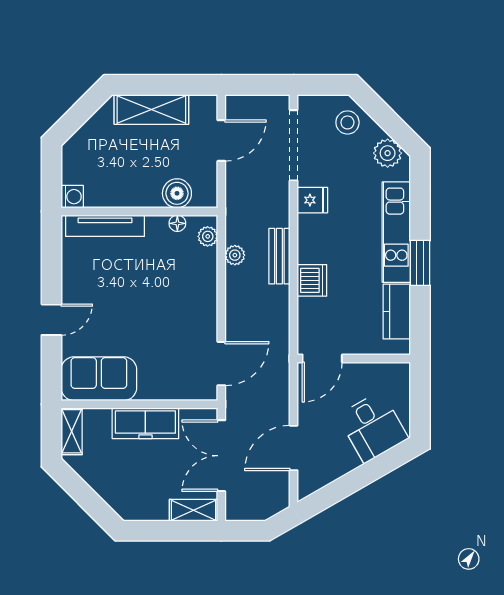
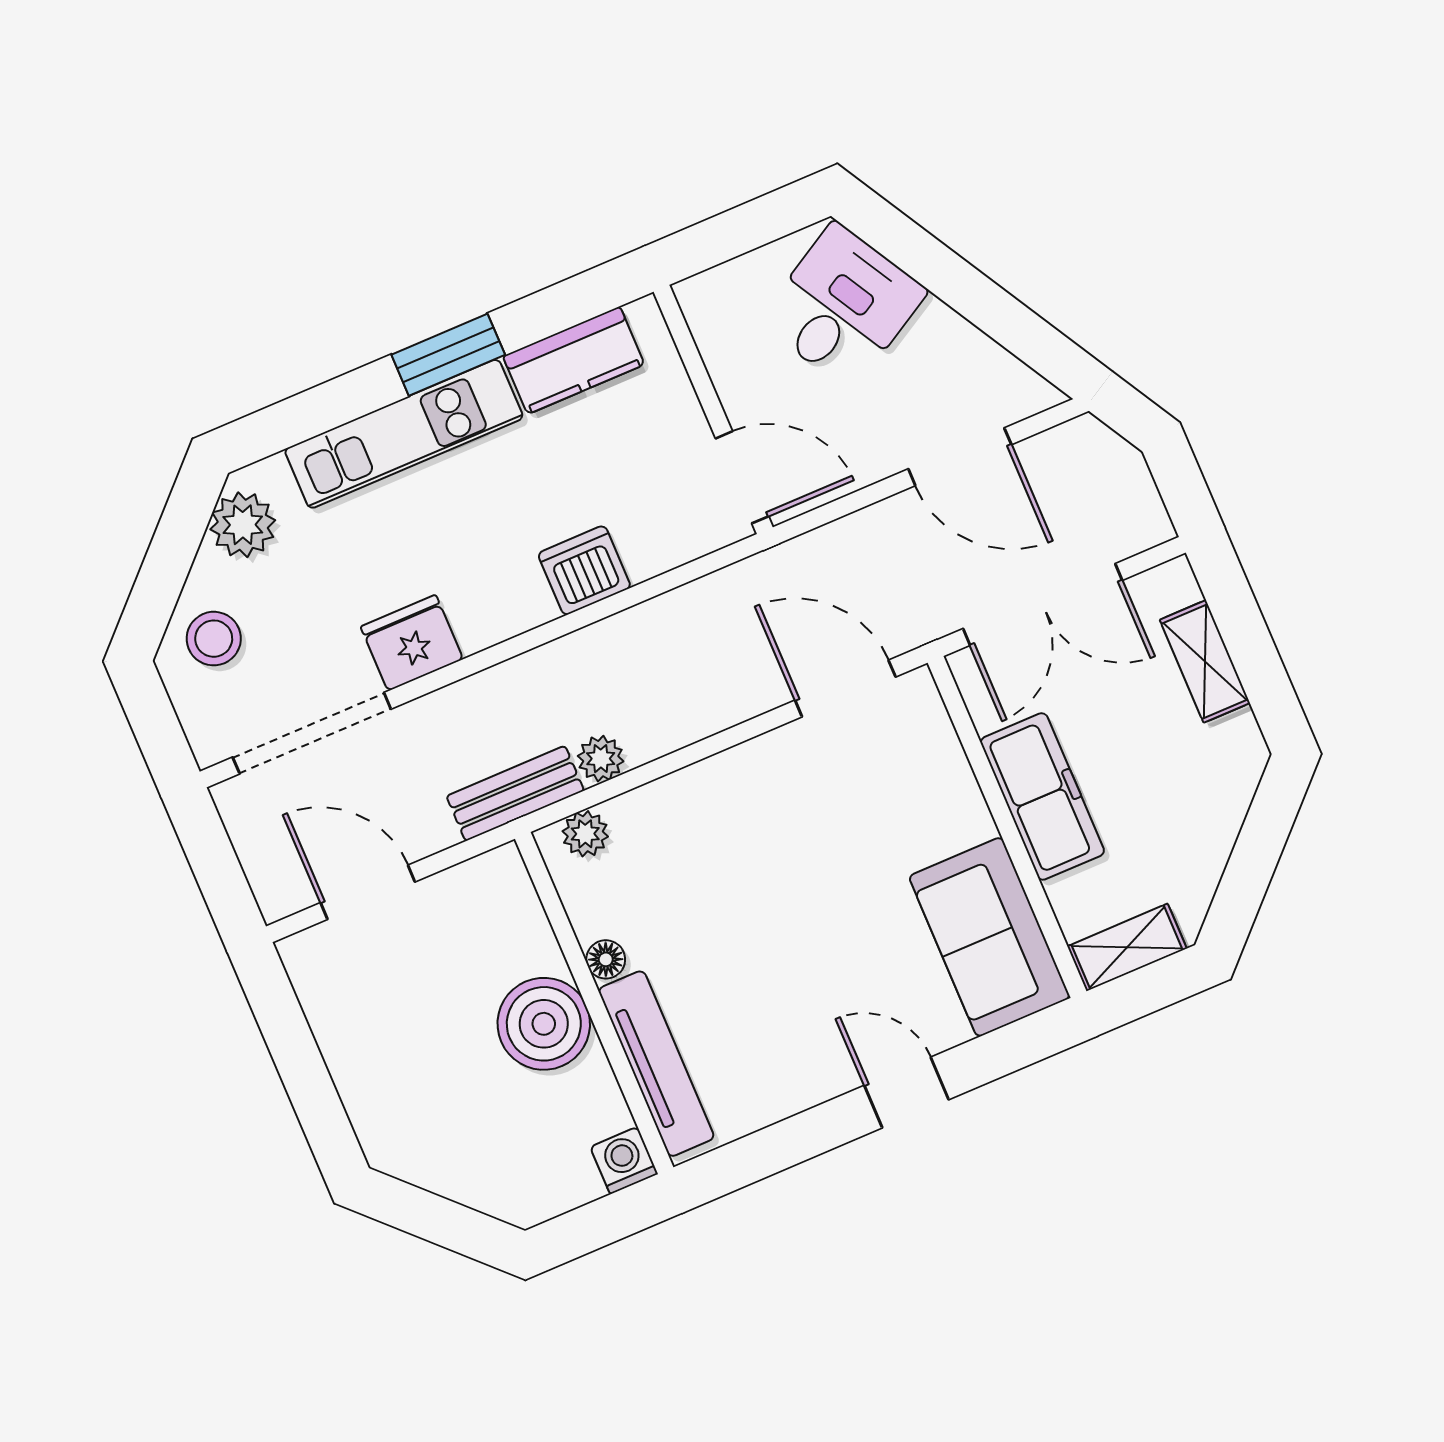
shelving: (151, 109) -> (365, 1070), removed
boiler: (177, 193) -> (544, 1024), moved, width x1.37, depth x1.37
fridge: (312, 200) -> (412, 643), width x1.38
floor lamp: (177, 223) -> (606, 959), moved
bench: (279, 256) -> (515, 793), moved
shelving: (194, 510) -> (1205, 661), moved

